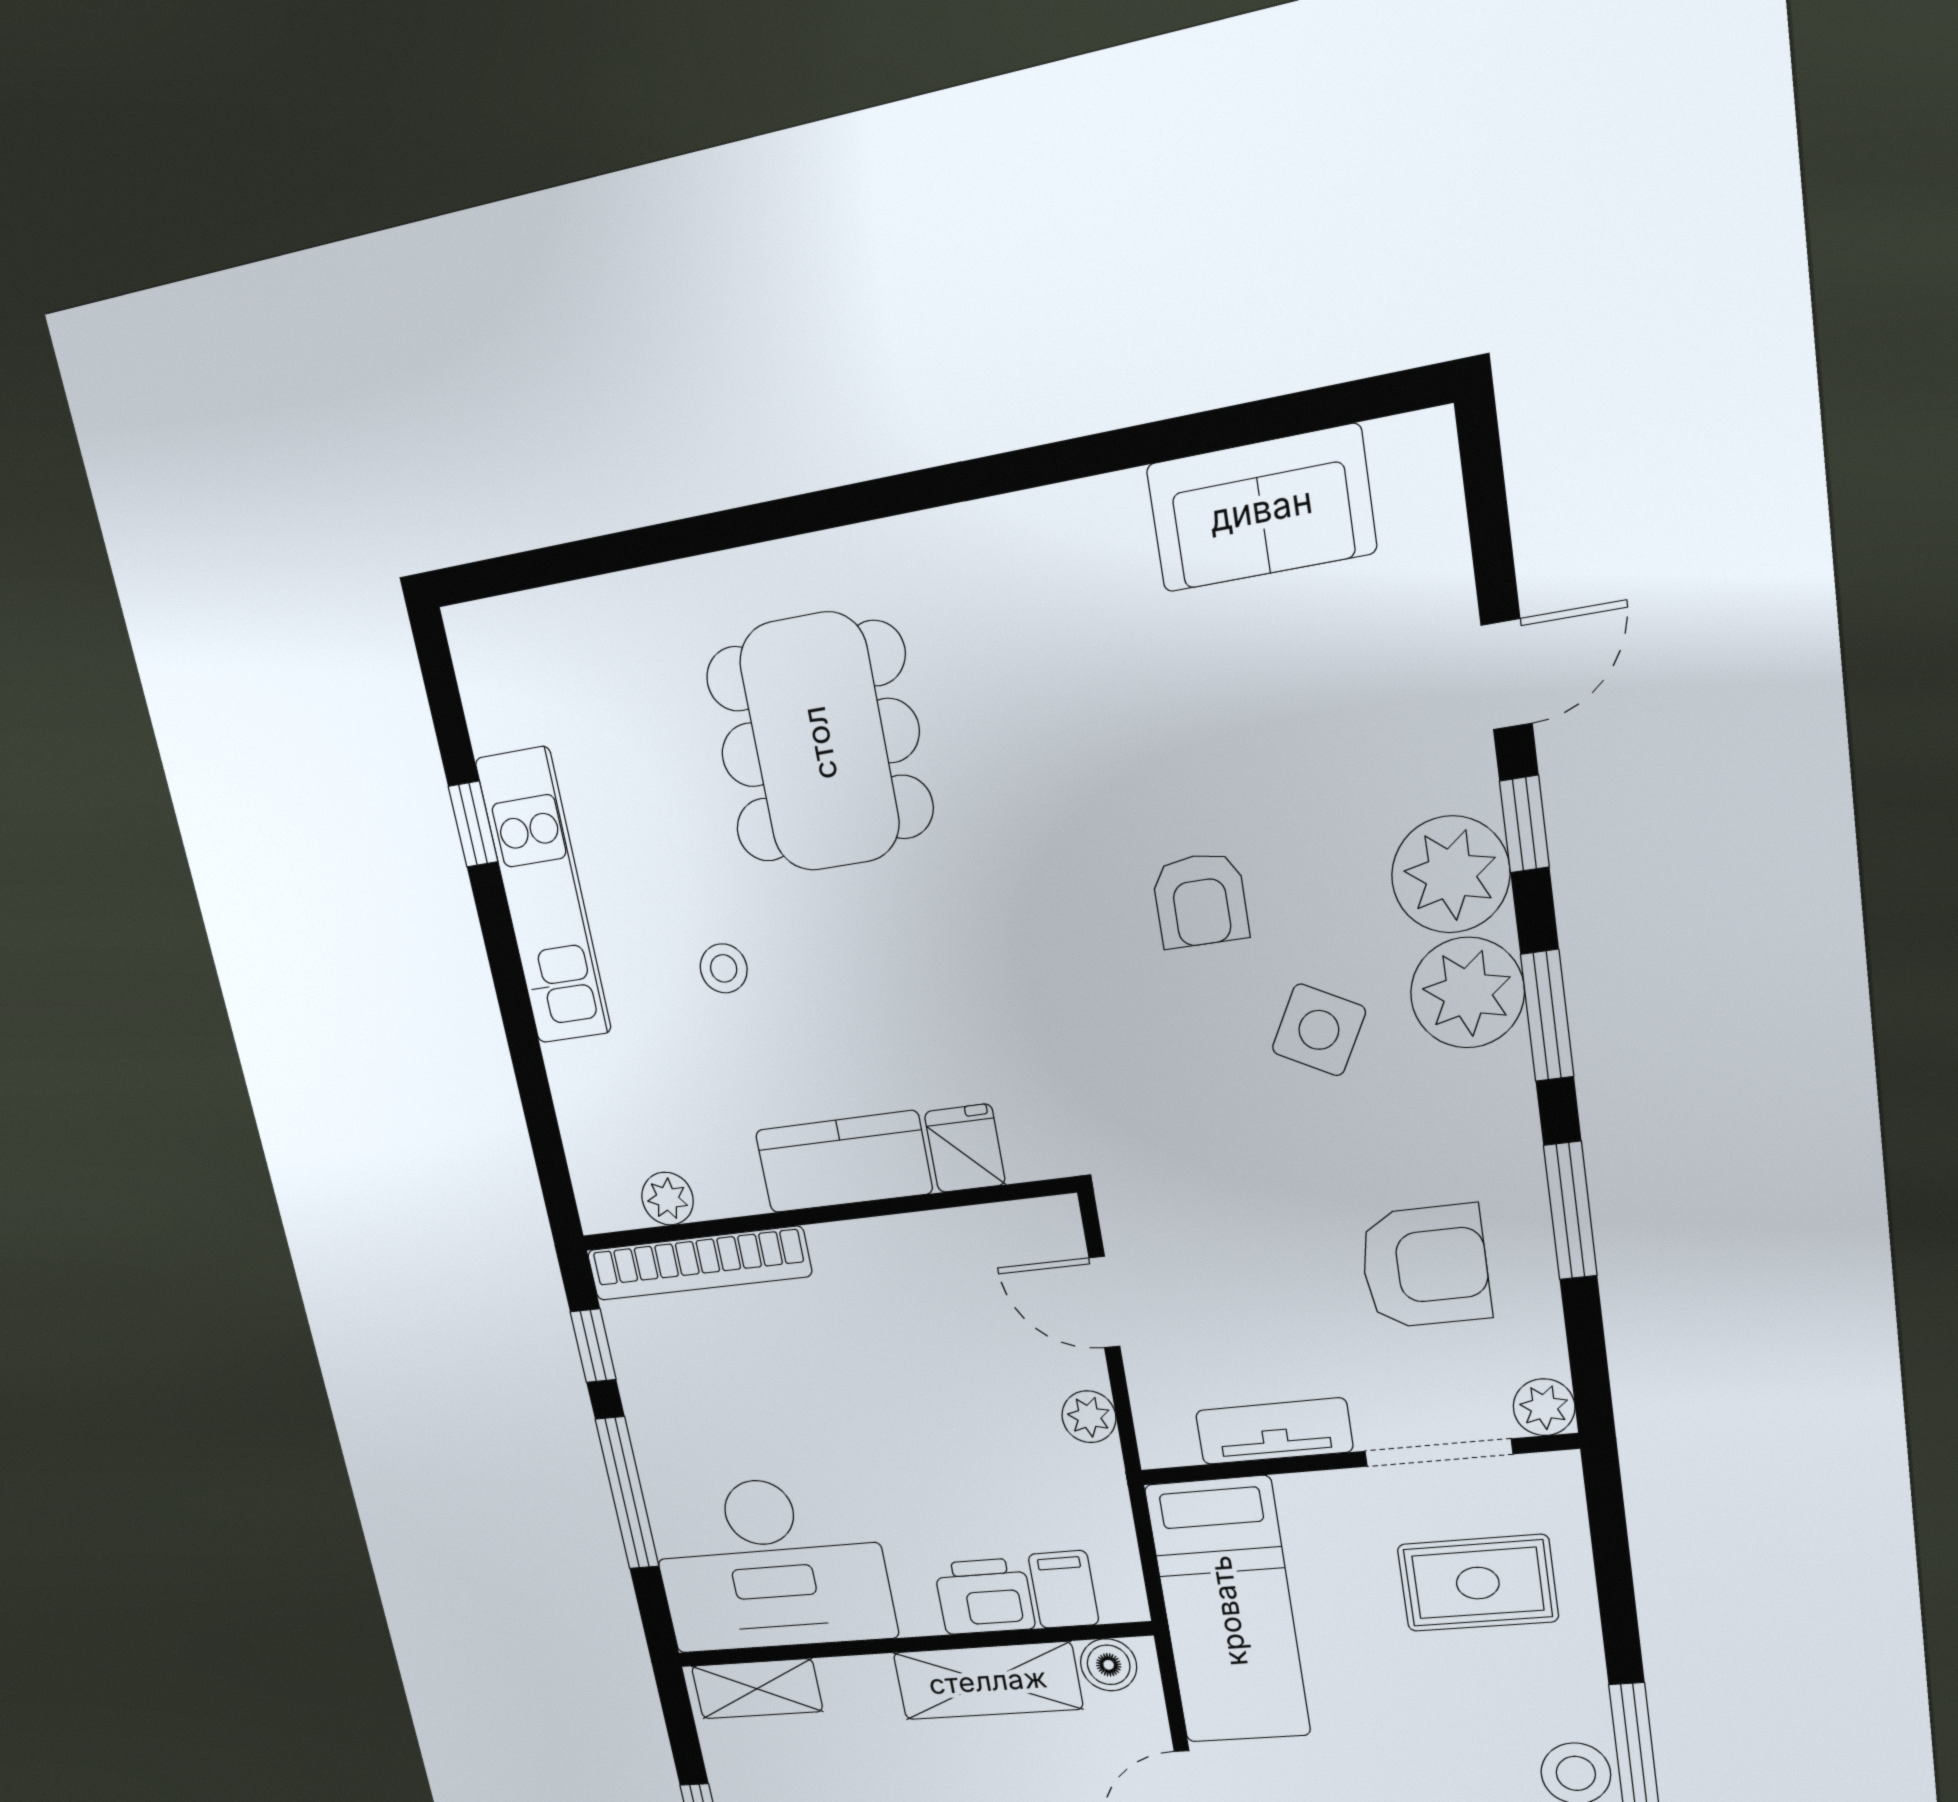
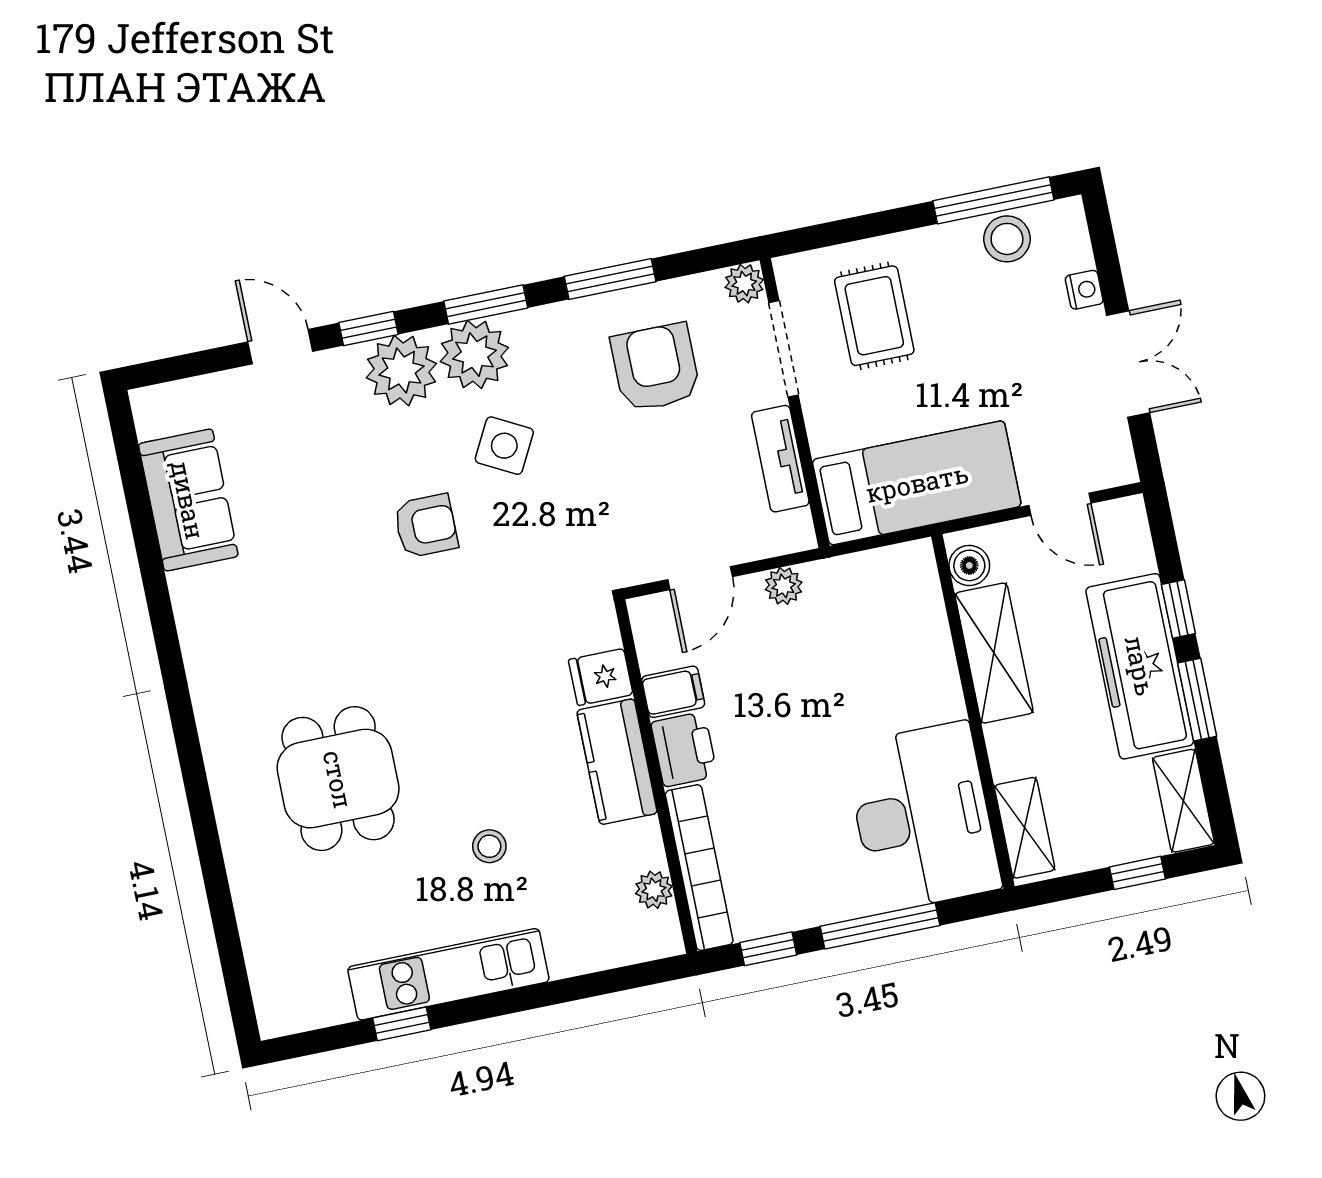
dining table: (820, 743) -> (338, 779), width x0.73
filing cabinet: (1064, 1589) -> (673, 692), moved, turned 180
printer: (984, 1596) -> (684, 749), moved, turned 180

